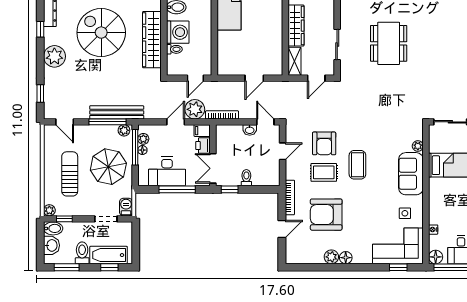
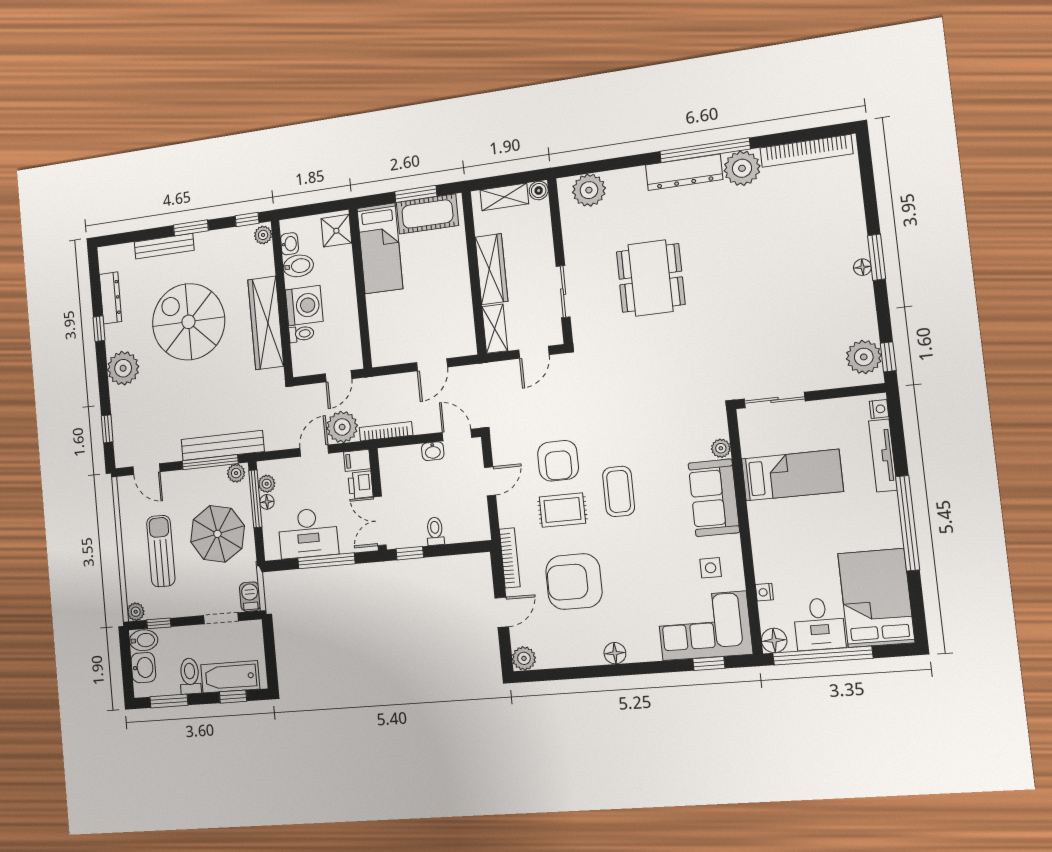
plant: (331, 257) -> (524, 658), moved

